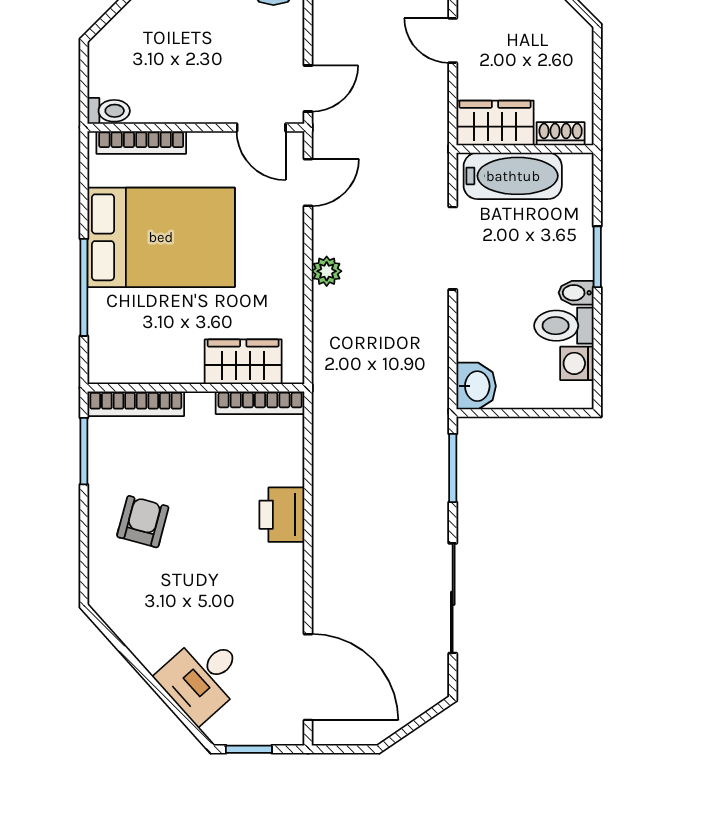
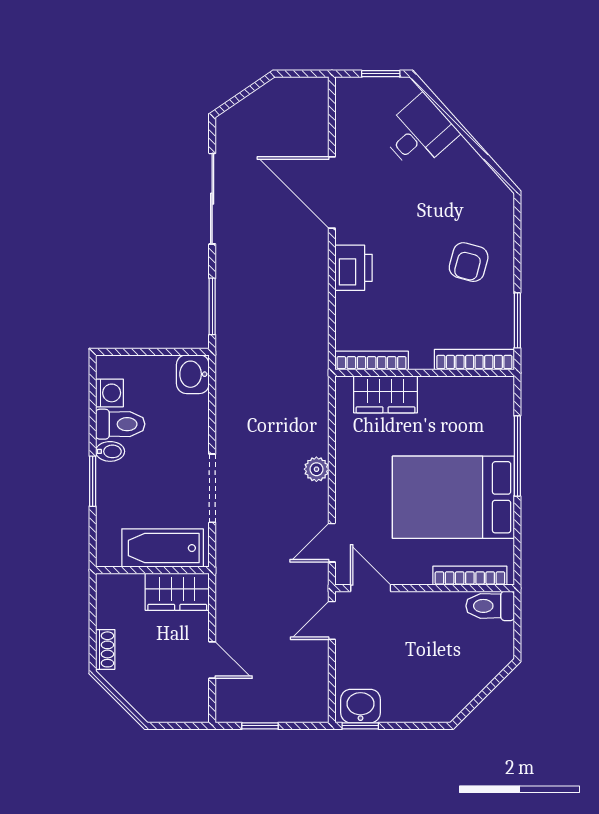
toilet: (109, 111) -> (490, 606), width x1.37, depth x1.39
shoe rack: (561, 134) -> (105, 649), moved, turned -90
door: (308, 677) -> (332, 193), moved

